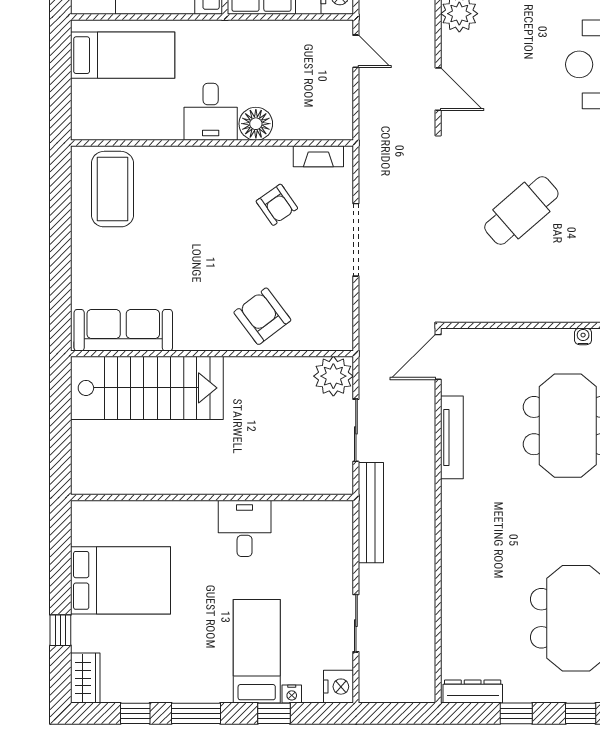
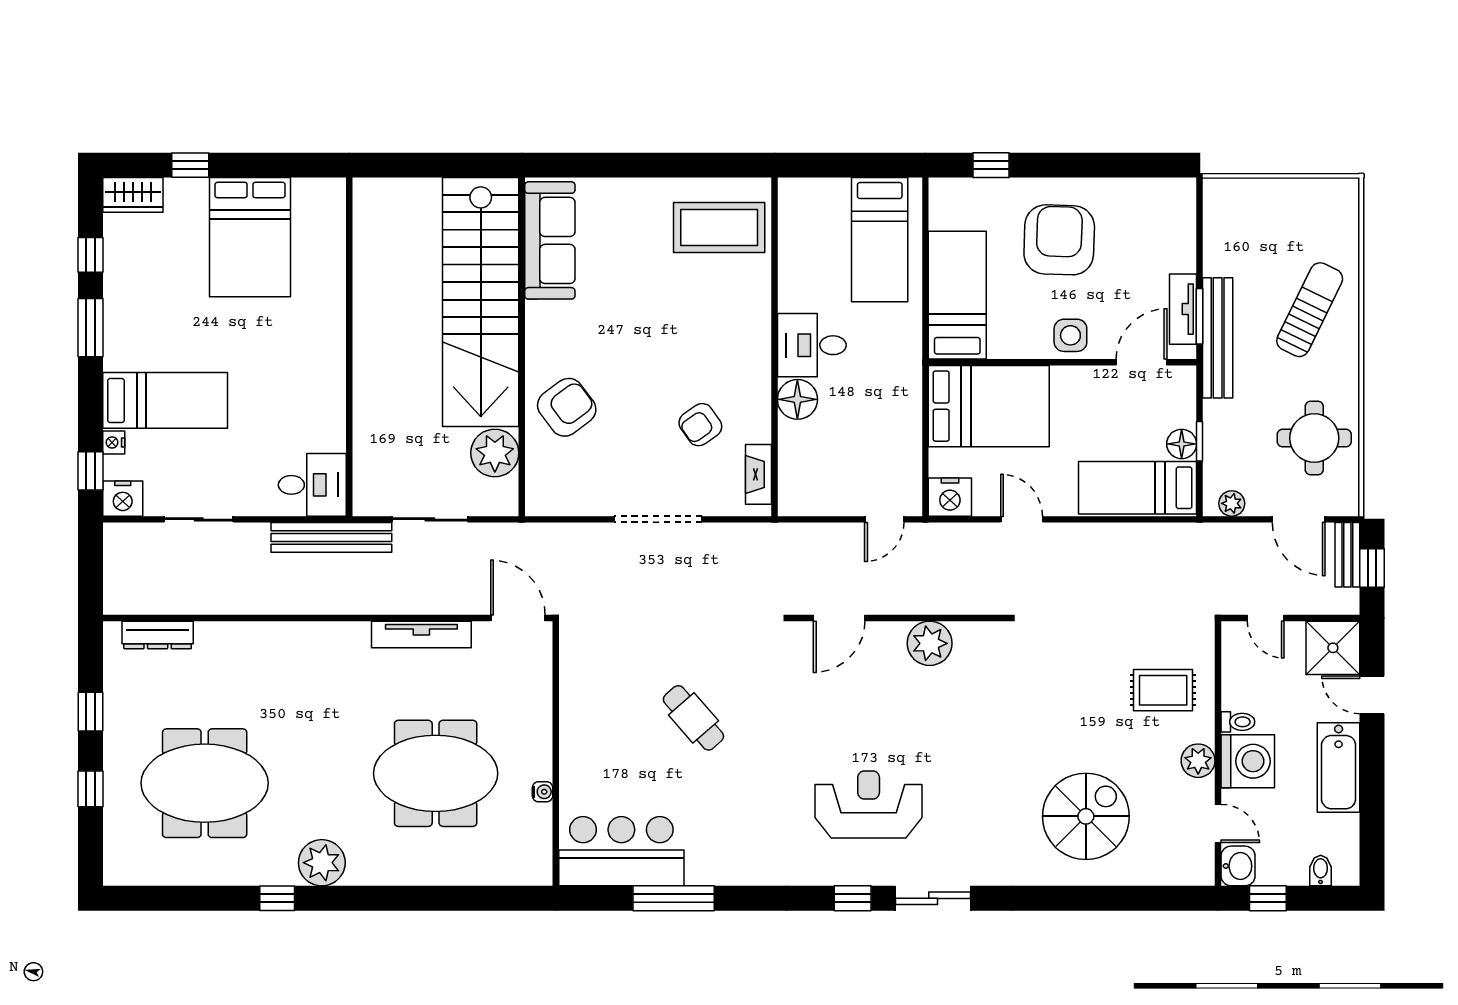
cafe table: (521, 211) -> (693, 718), width x0.73, depth x0.74
plant: (333, 376) -> (495, 453), moved
stairs: (147, 388) -> (481, 302), width x1.36
desk: (245, 528) -> (312, 485), moved
dresser: (473, 691) -> (158, 635), moved, turned 90
window: (274, 713) -> (91, 471), moved

